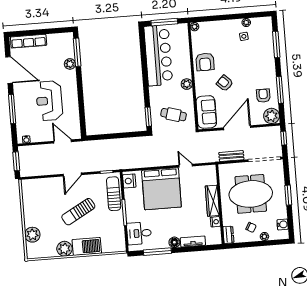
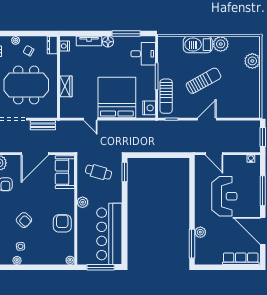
armchair: (225, 83) -> (24, 220), moved
wardrobe: (212, 201) -> (66, 86), width x0.67
nightstand: (215, 222) -> (65, 46), moved

